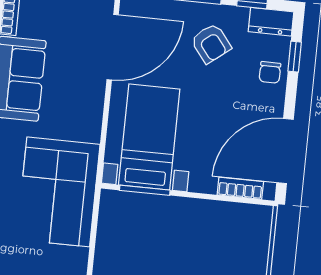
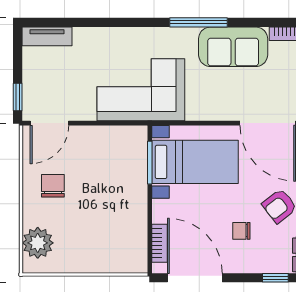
chair: (270, 72) -> (241, 231), moved

